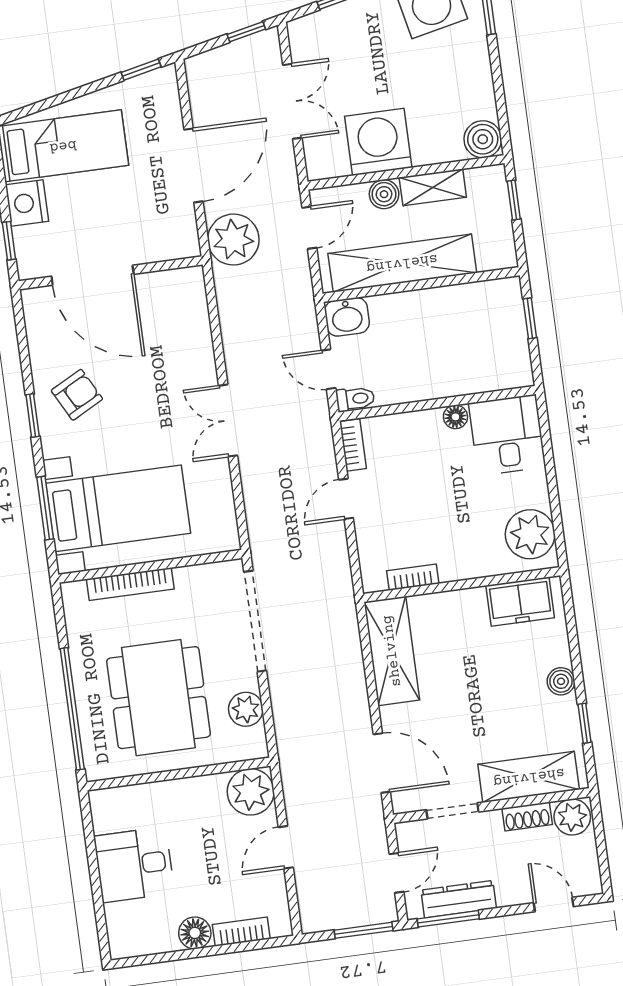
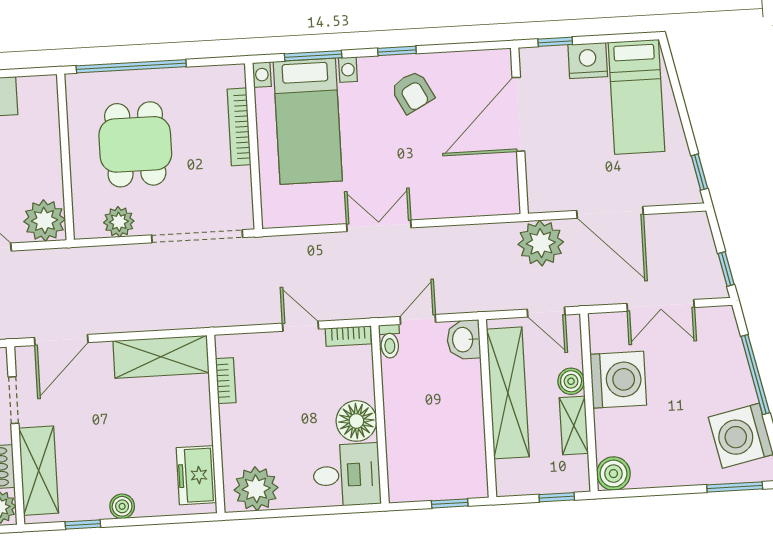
floor lamp: (455, 417) -> (356, 421), width x1.89, depth x1.89
dining table: (158, 698) -> (135, 144), width x0.73

